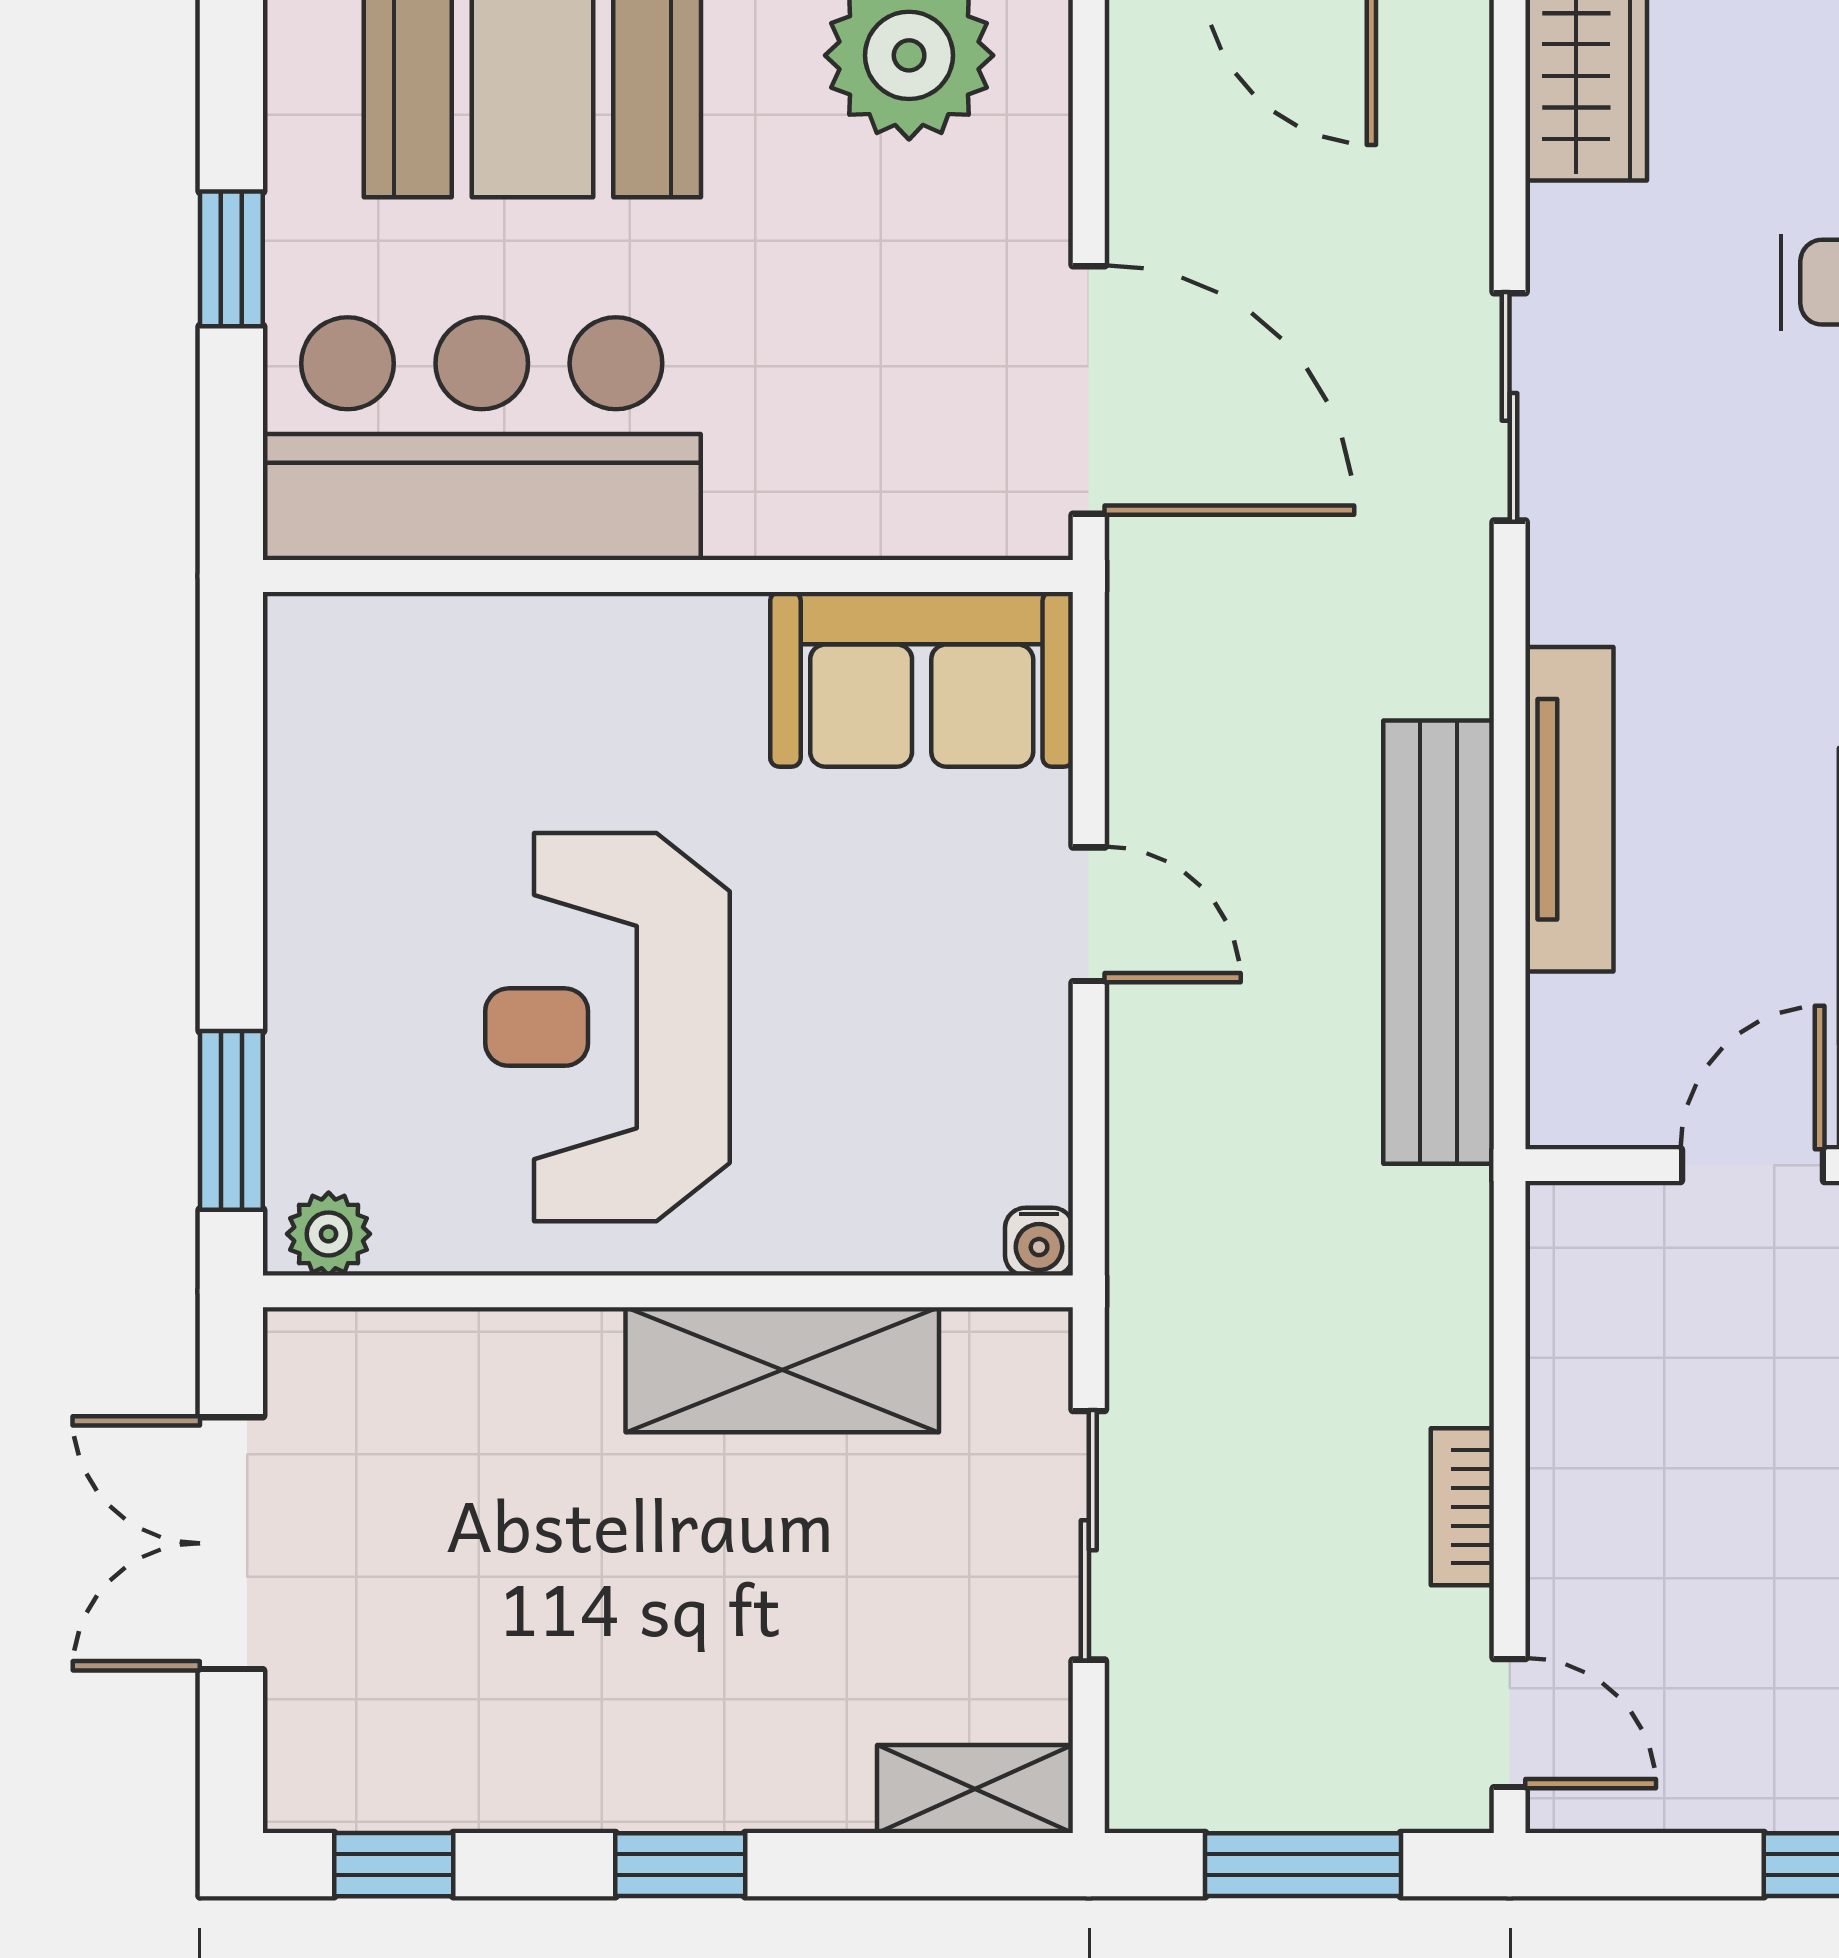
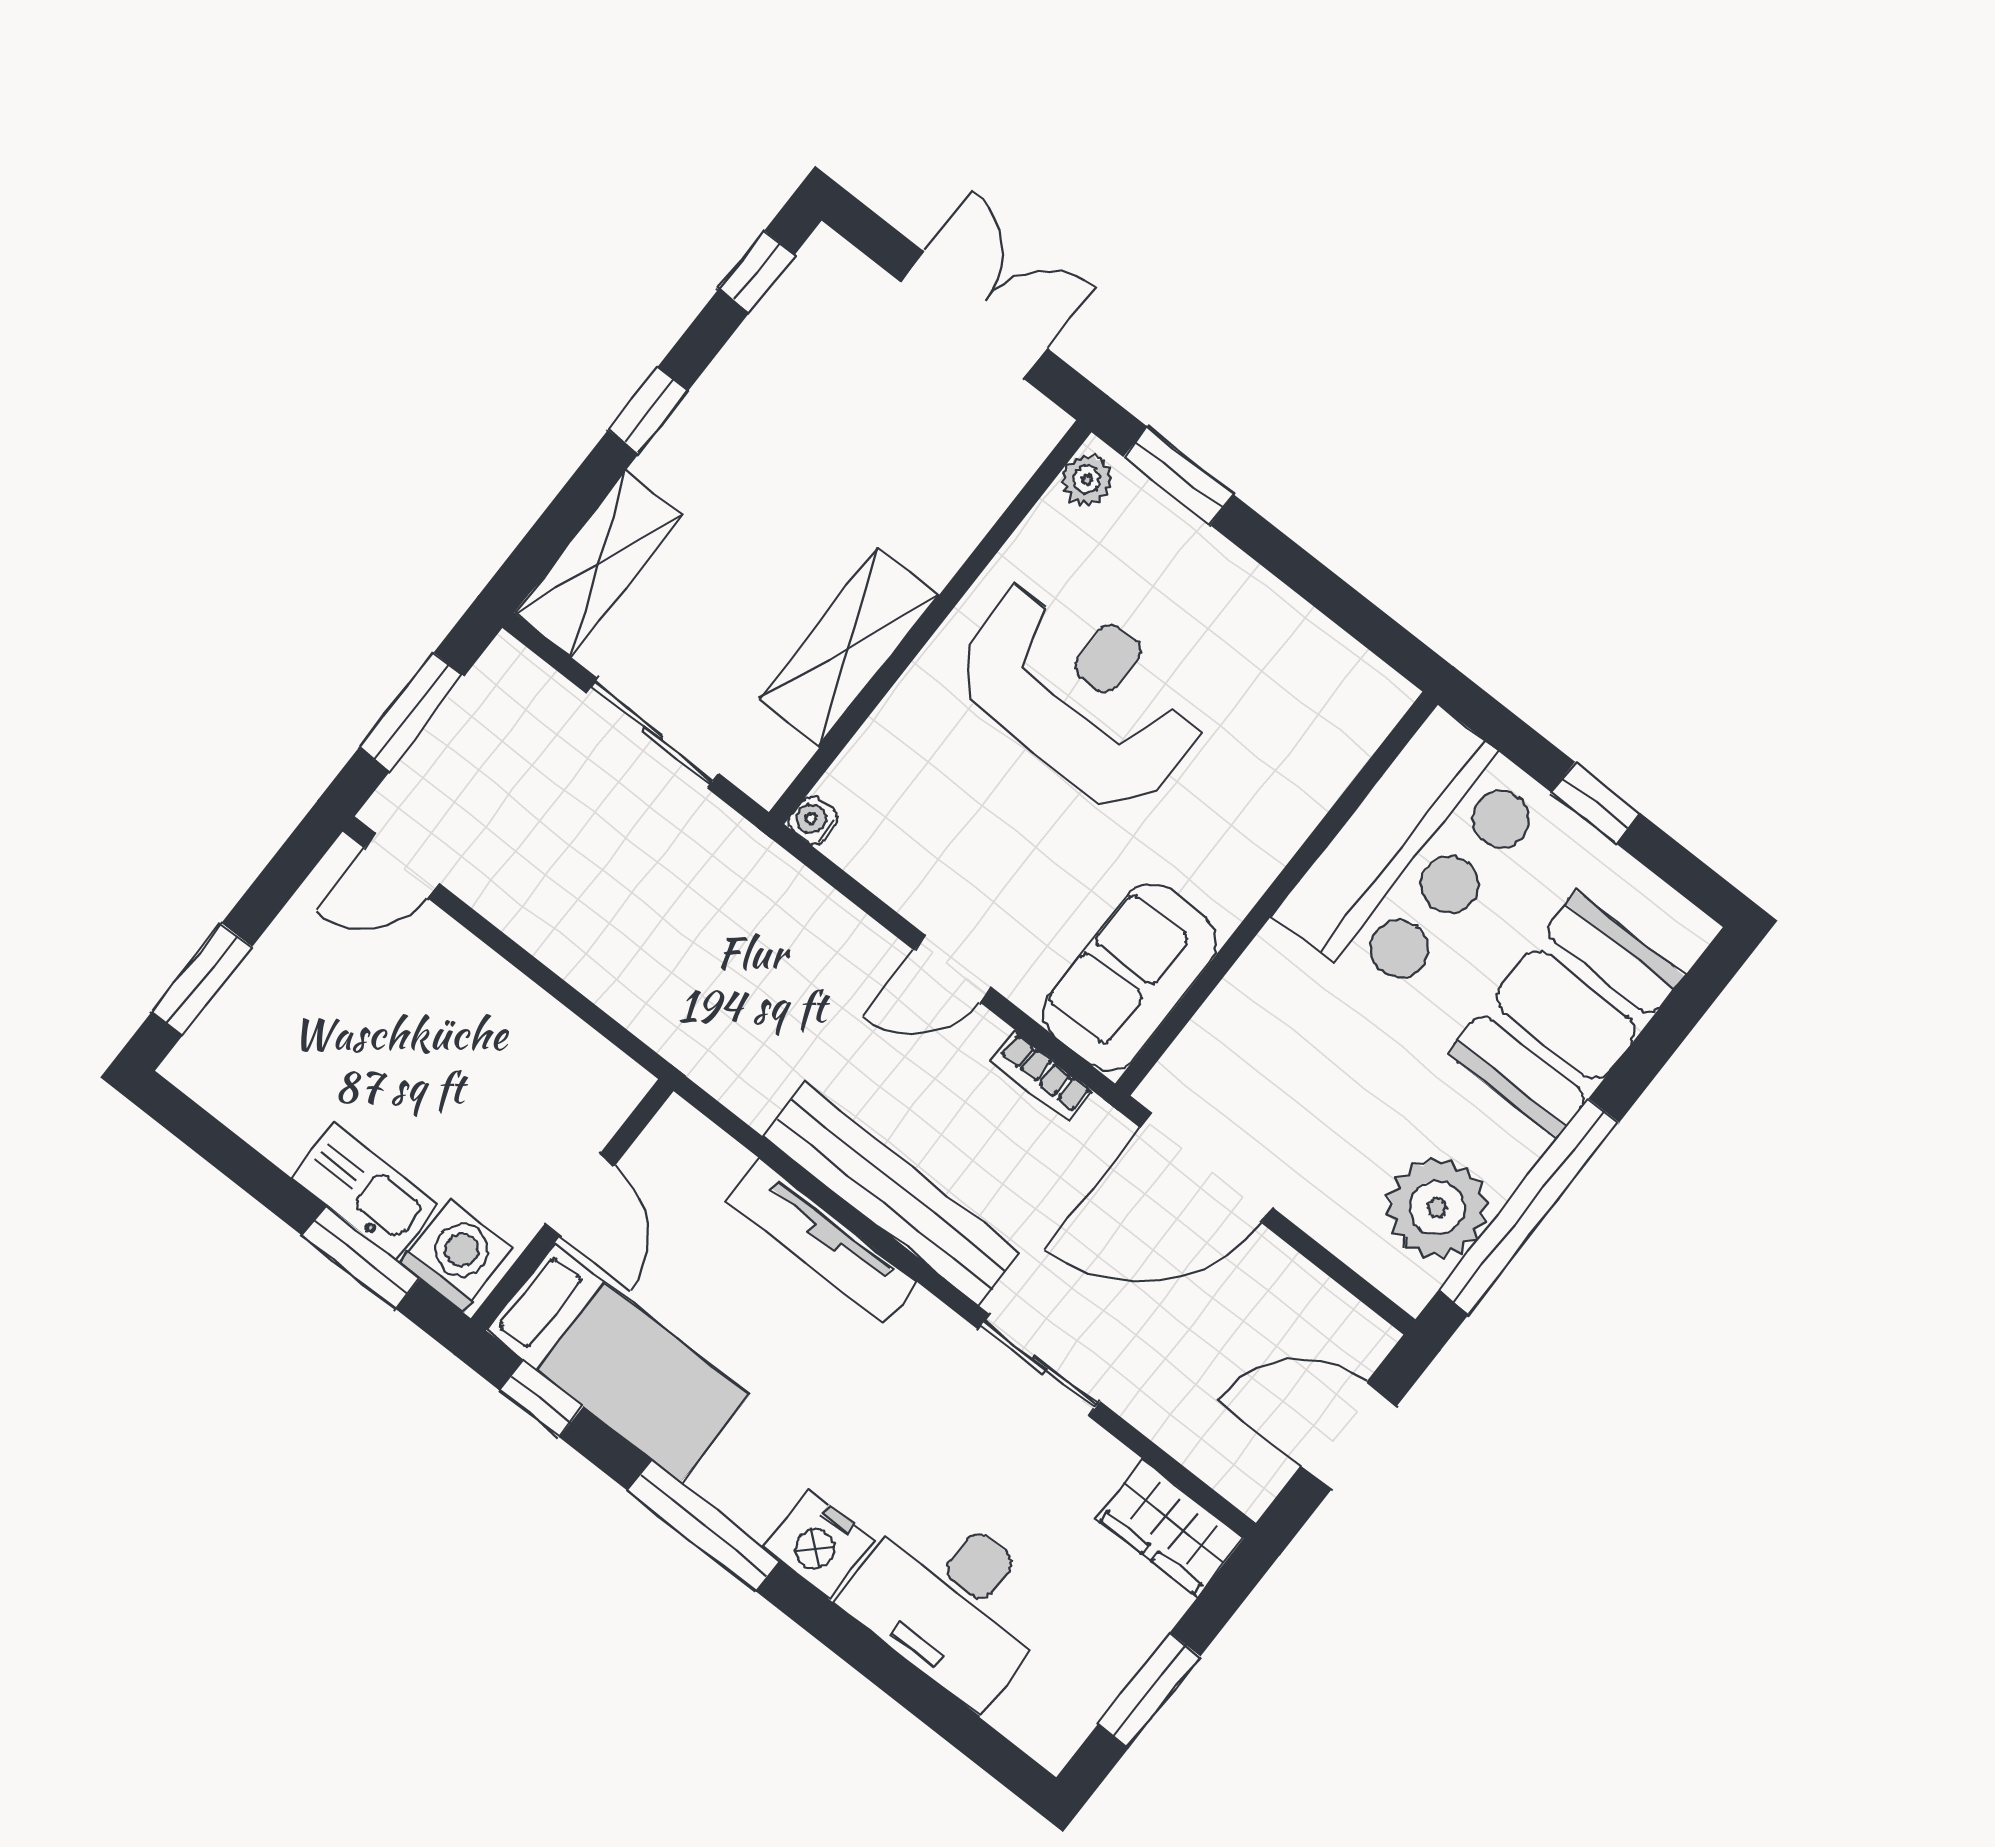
bench: (1439, 942) -> (891, 1194), moved
bookcase: (1462, 1507) -> (1043, 1076), moved, turned 180
shelving: (975, 1789) -> (598, 564), width x1.50, depth x1.33

